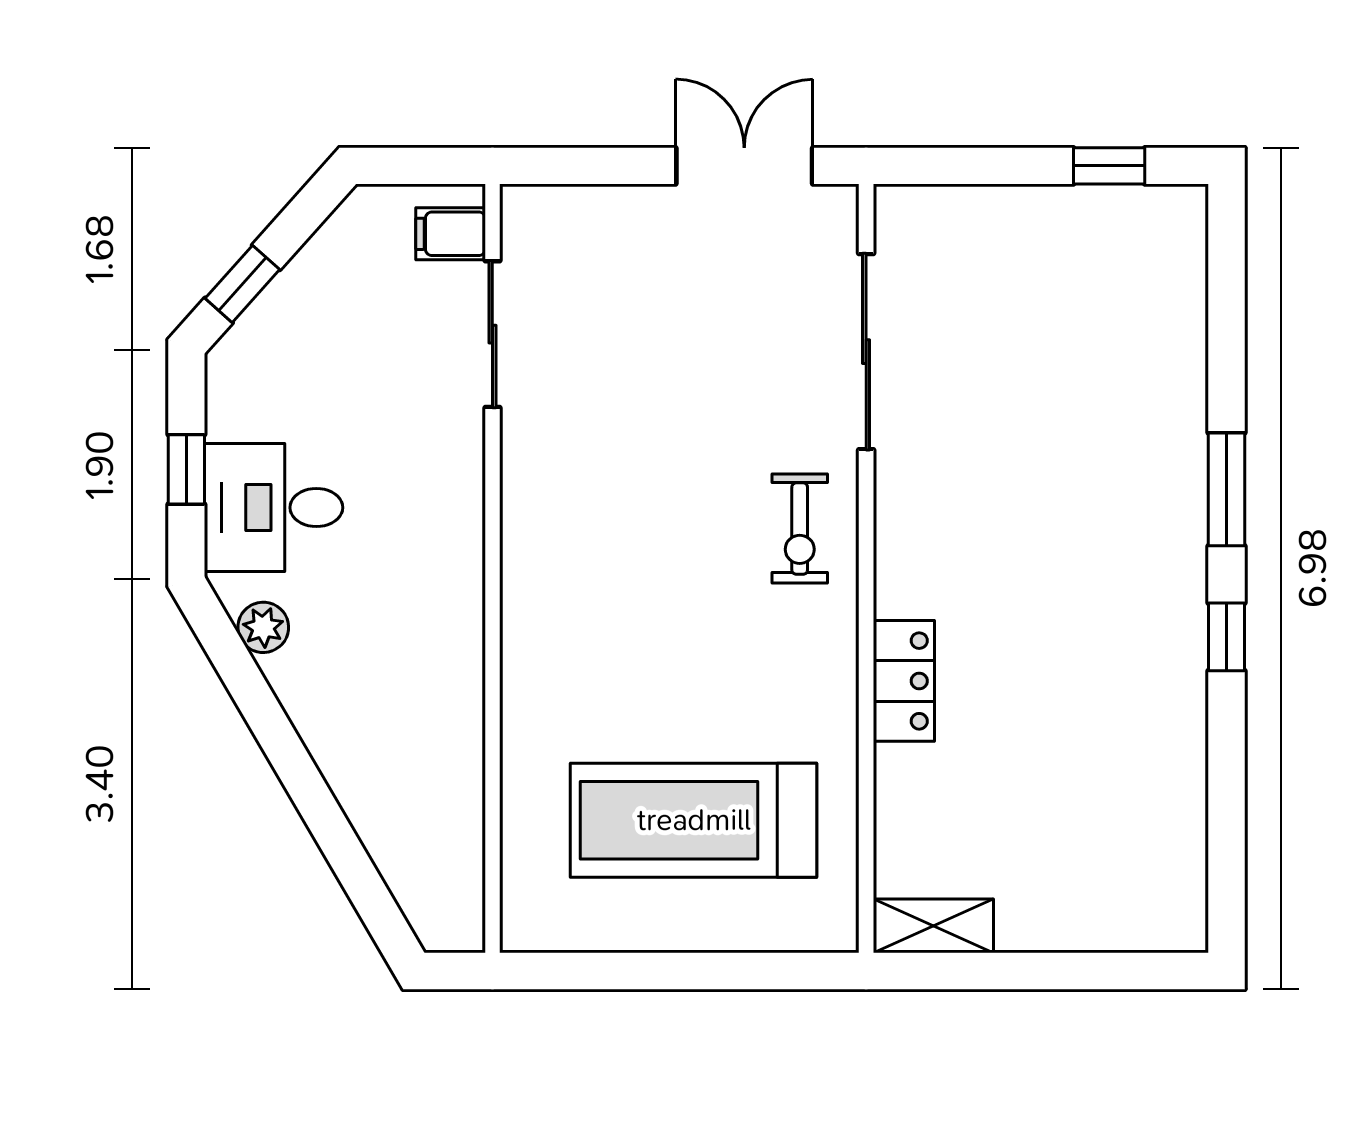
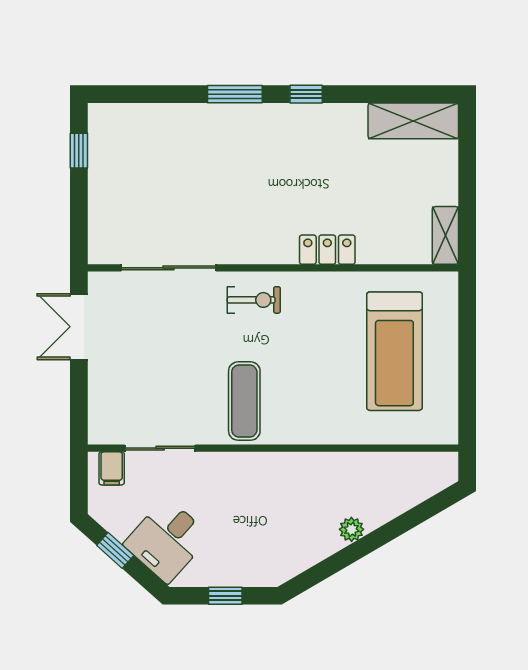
window: (242, 284) -> (115, 550), moved
desk: (274, 508) -> (167, 540), moved, turned 42
exercise mat: (590, 509) -> (244, 401), added
plant: (263, 627) -> (352, 529), moved
shelving: (1171, 859) -> (413, 121), added

